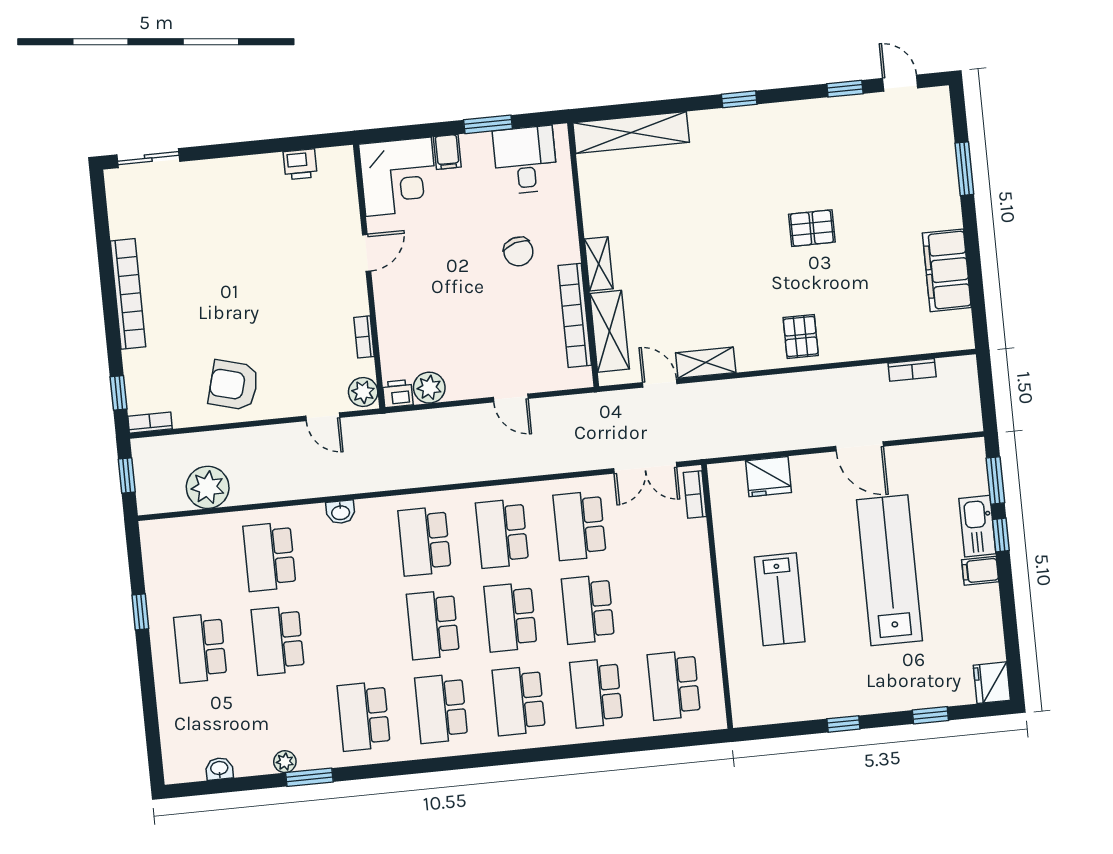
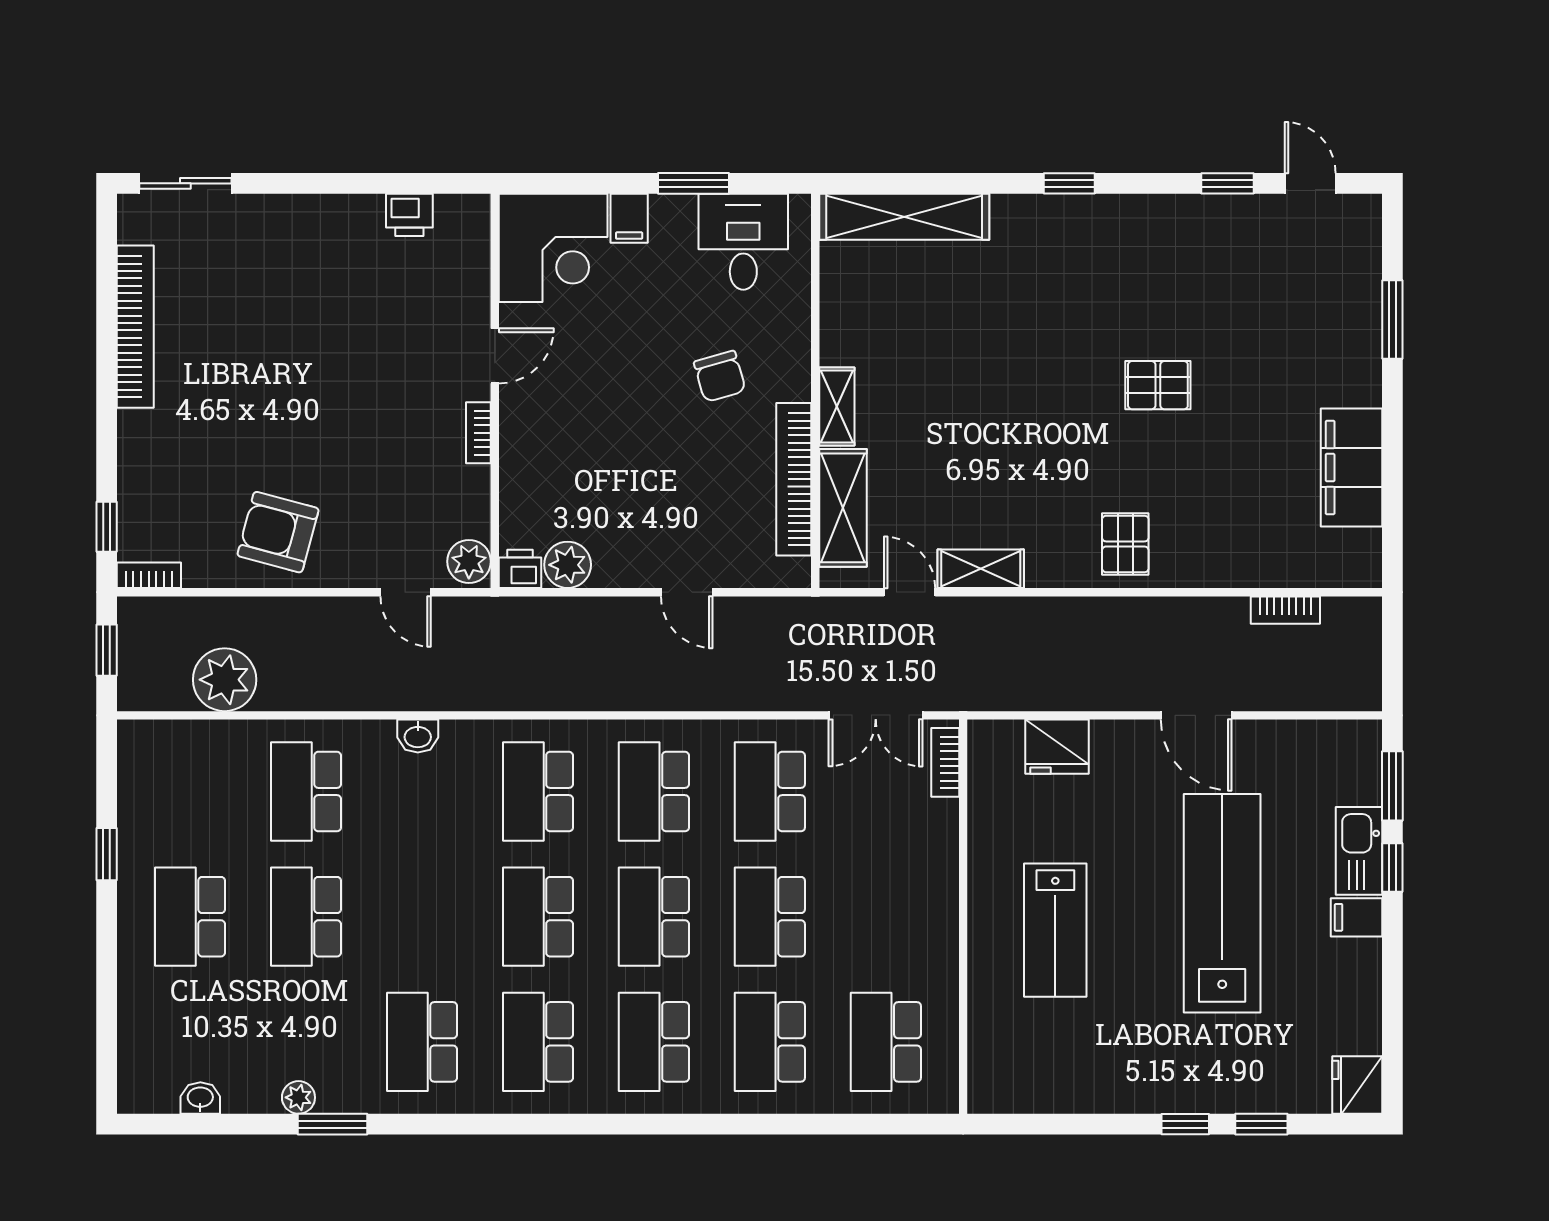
bookcase: (128, 294) -> (135, 327), moved
bookcase: (364, 337) -> (478, 433), moved
window: (843, 724) -> (1185, 1124), moved

